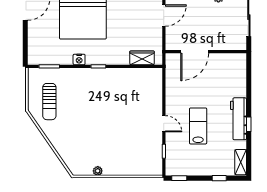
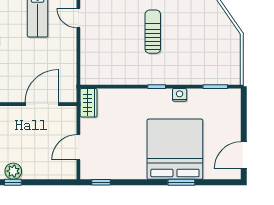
wardrobe: (142, 58) -> (89, 103), moved, turned -90
sun lounger: (49, 102) -> (153, 32), moved

